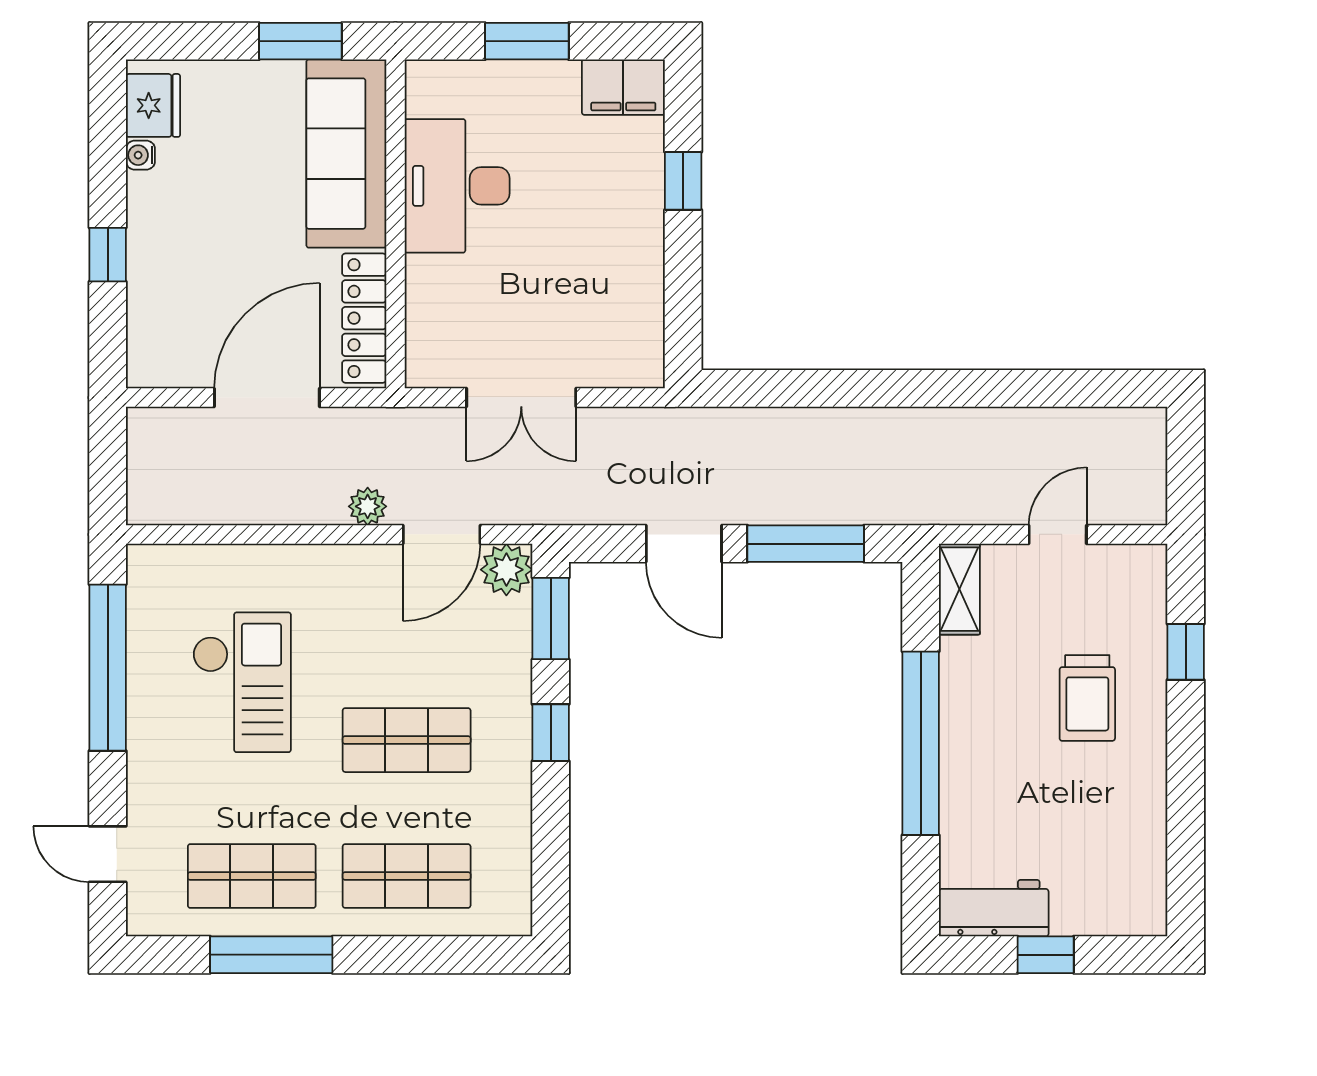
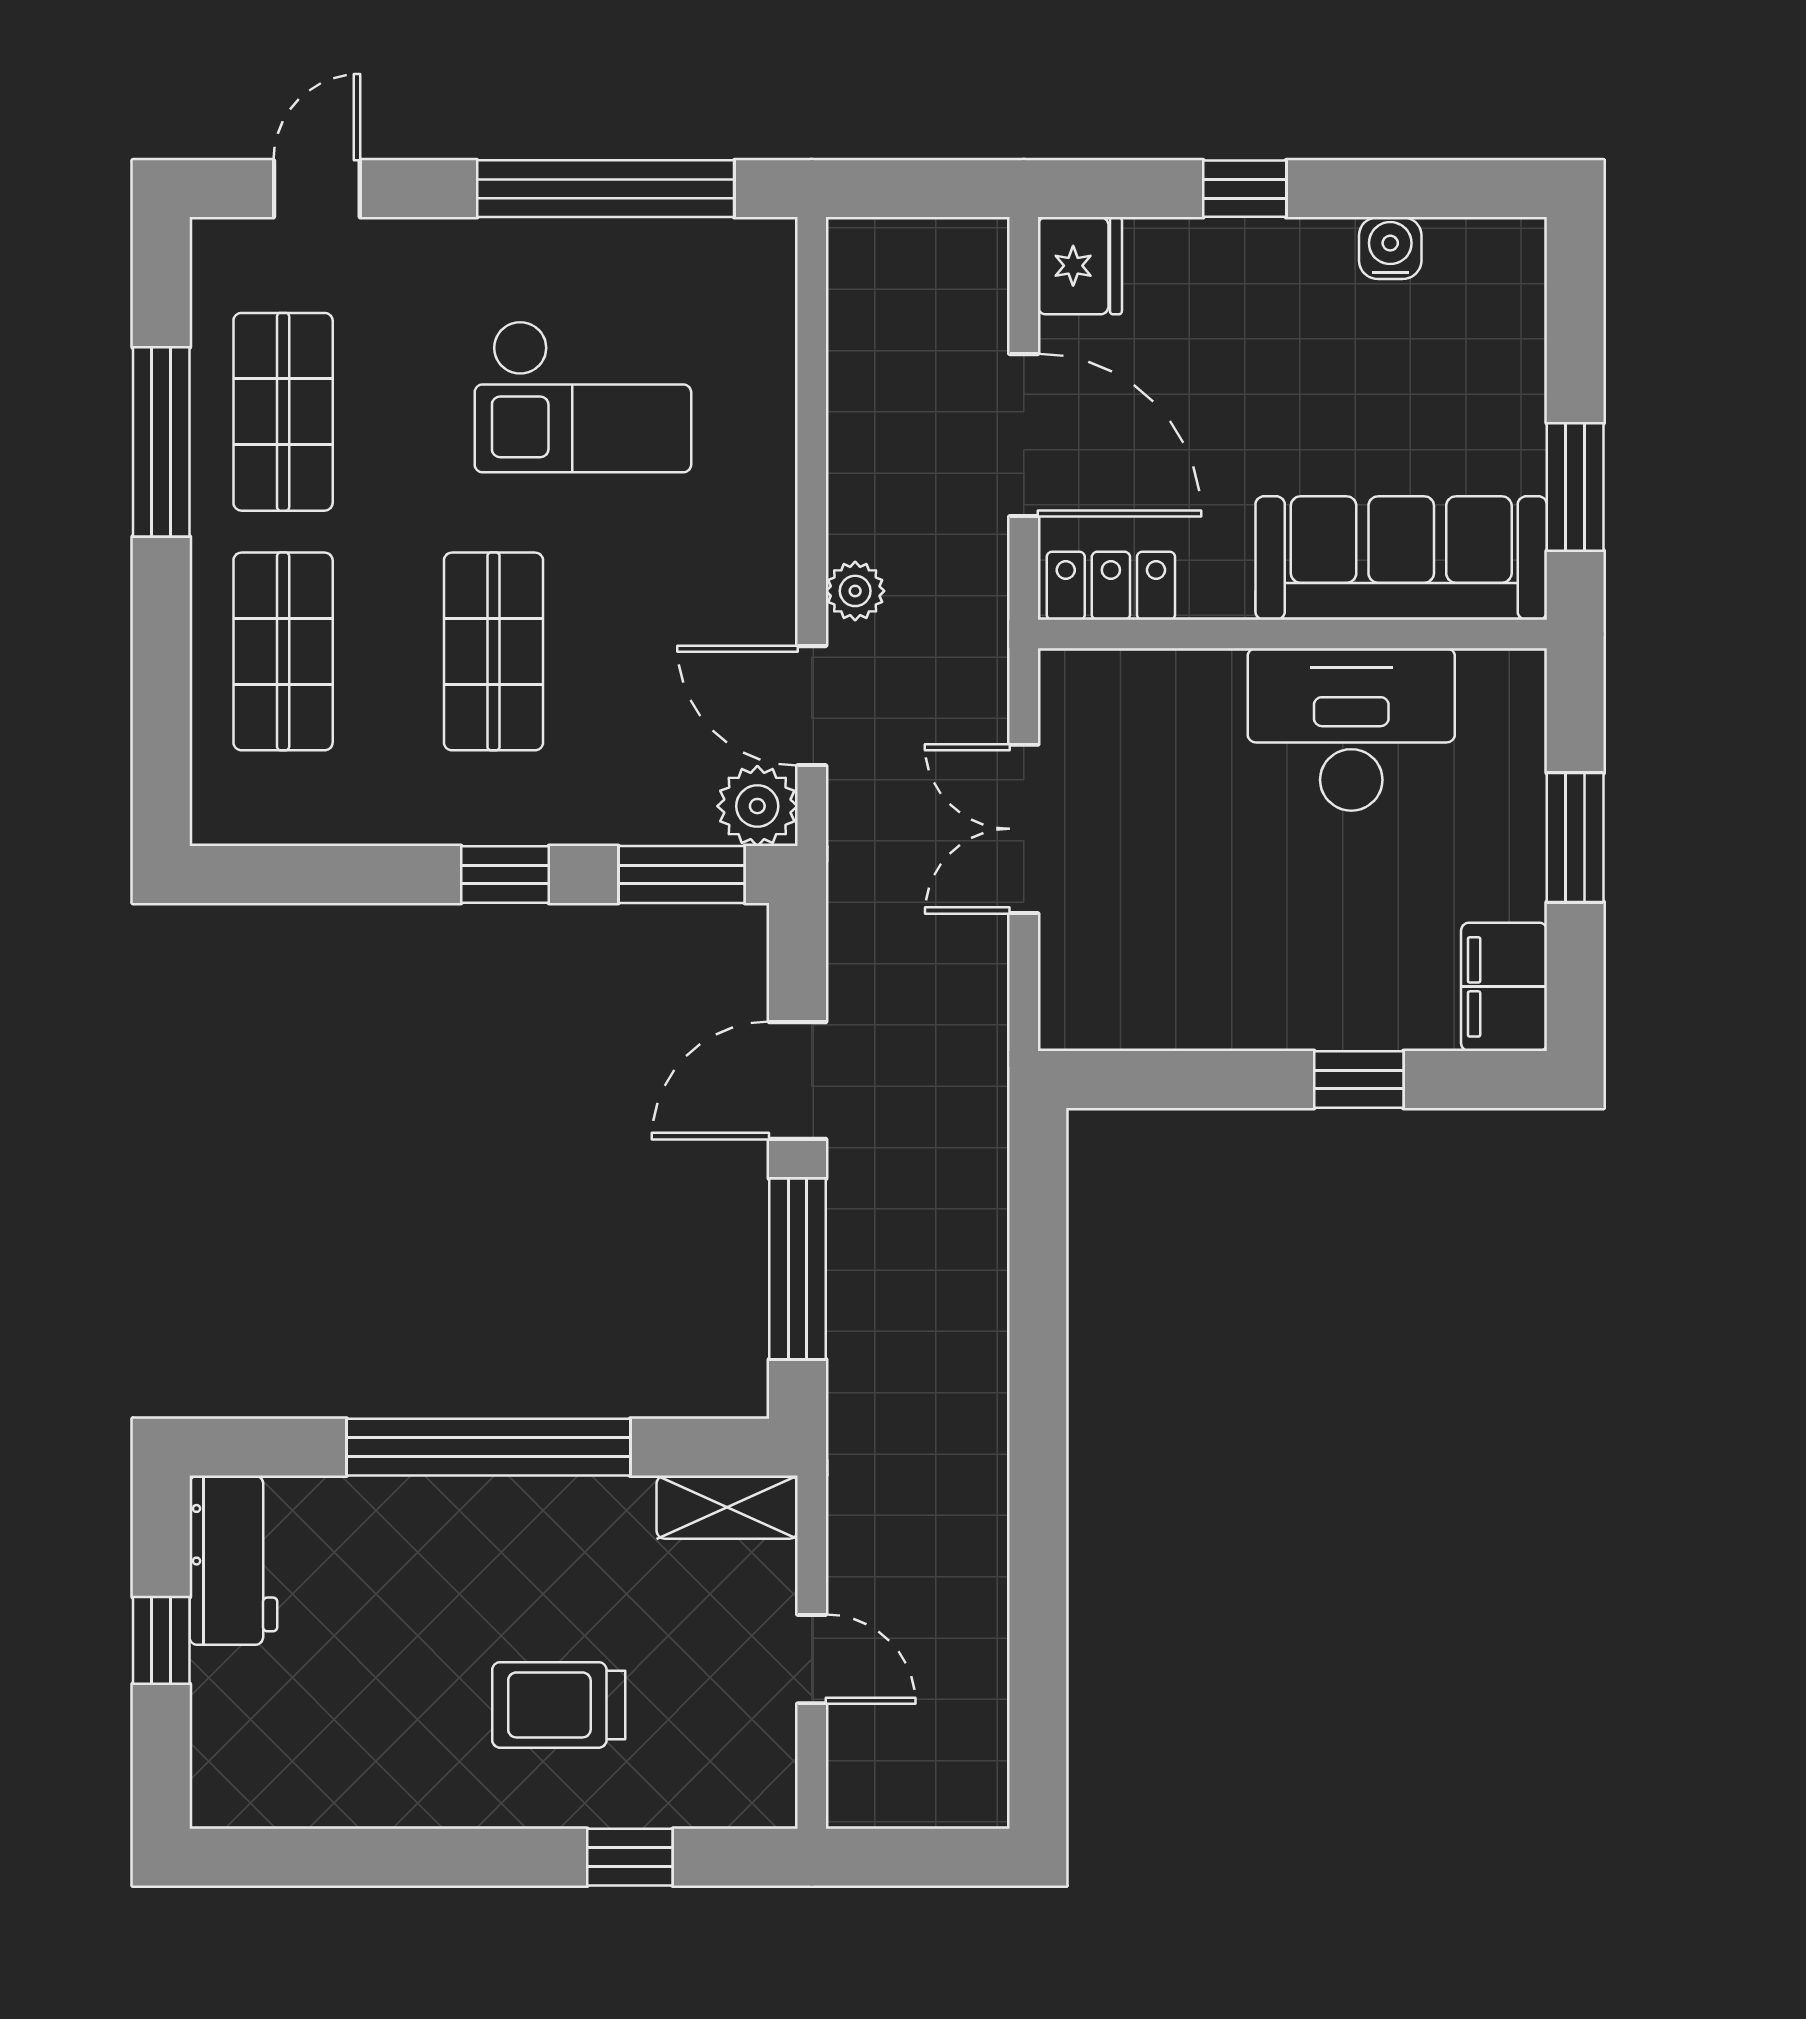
fridge: (153, 105) -> (1080, 266), moved, turned -90
water cooler: (140, 155) -> (1390, 248), width x1.38, depth x1.38
locker: (364, 318) -> (1111, 586), width x0.66

